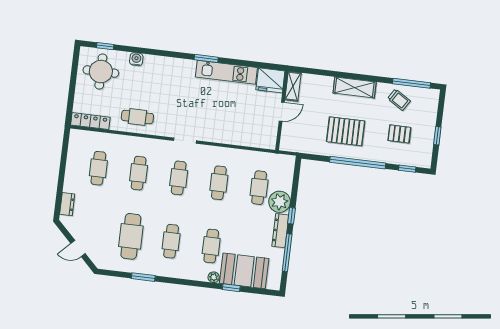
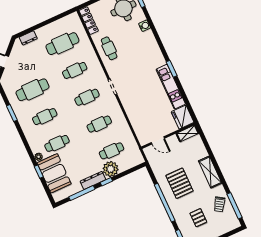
door: (282, 112) -> (158, 140), moved
cafe table: (98, 168) -> (62, 44), width x1.37, depth x1.35

